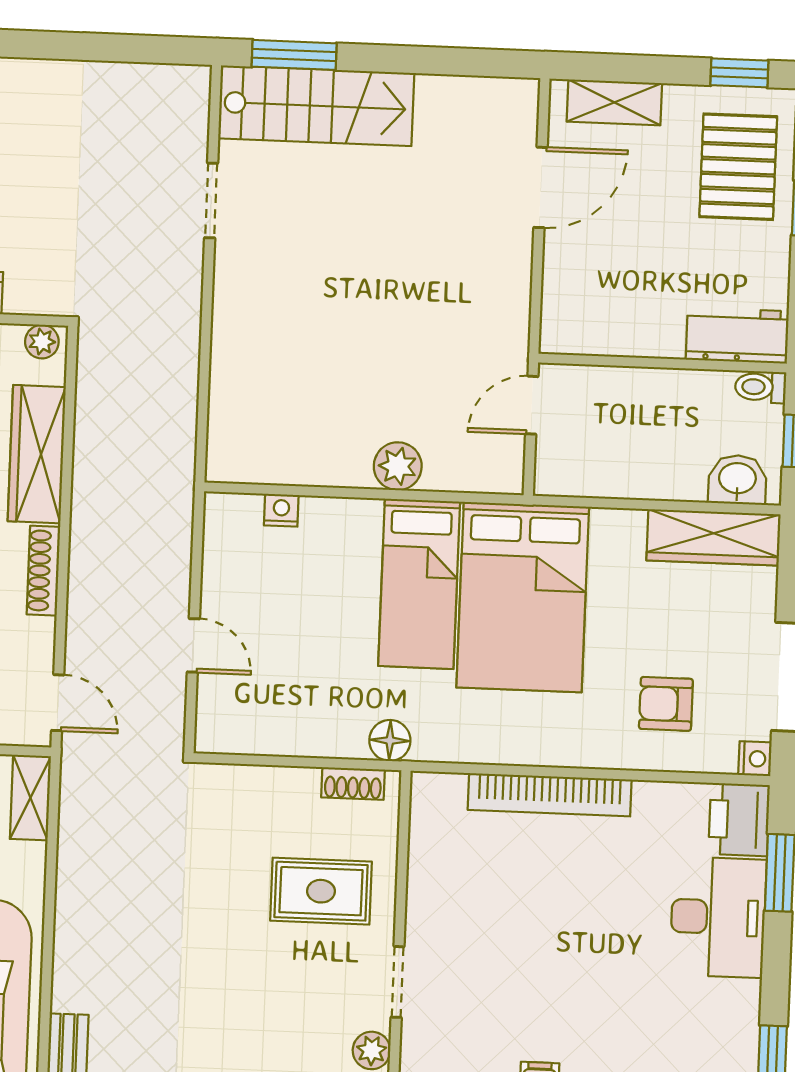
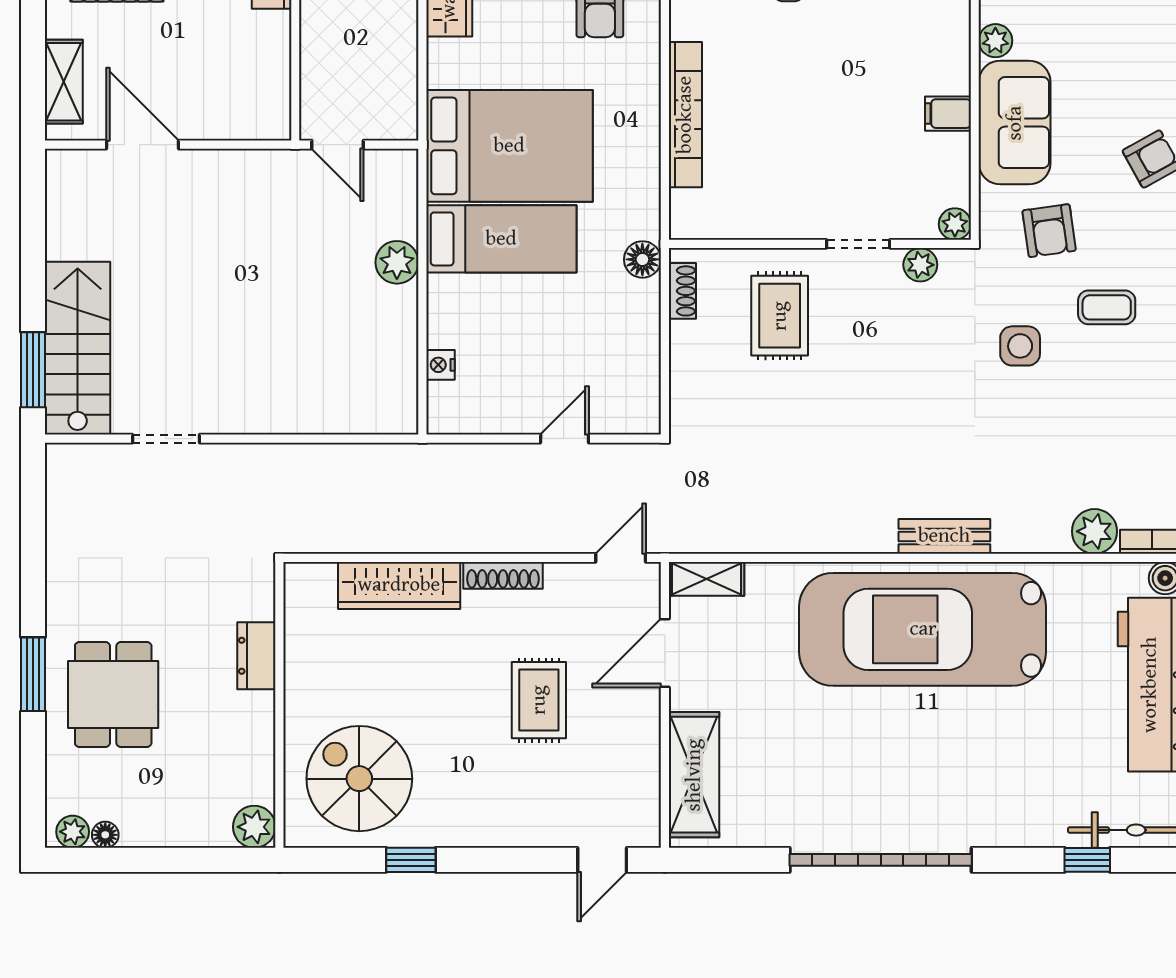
plant: (42, 342) -> (298, 585), removed

